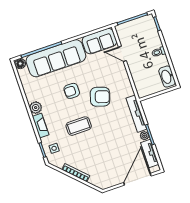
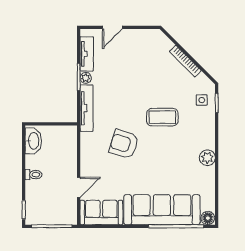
door: (122, 54) -> (79, 187), hinge flipped
armchair: (72, 91) -> (156, 163), removed
fireplace: (41, 126) -> (209, 134), removed
door: (137, 179) -> (112, 27), width x0.53

